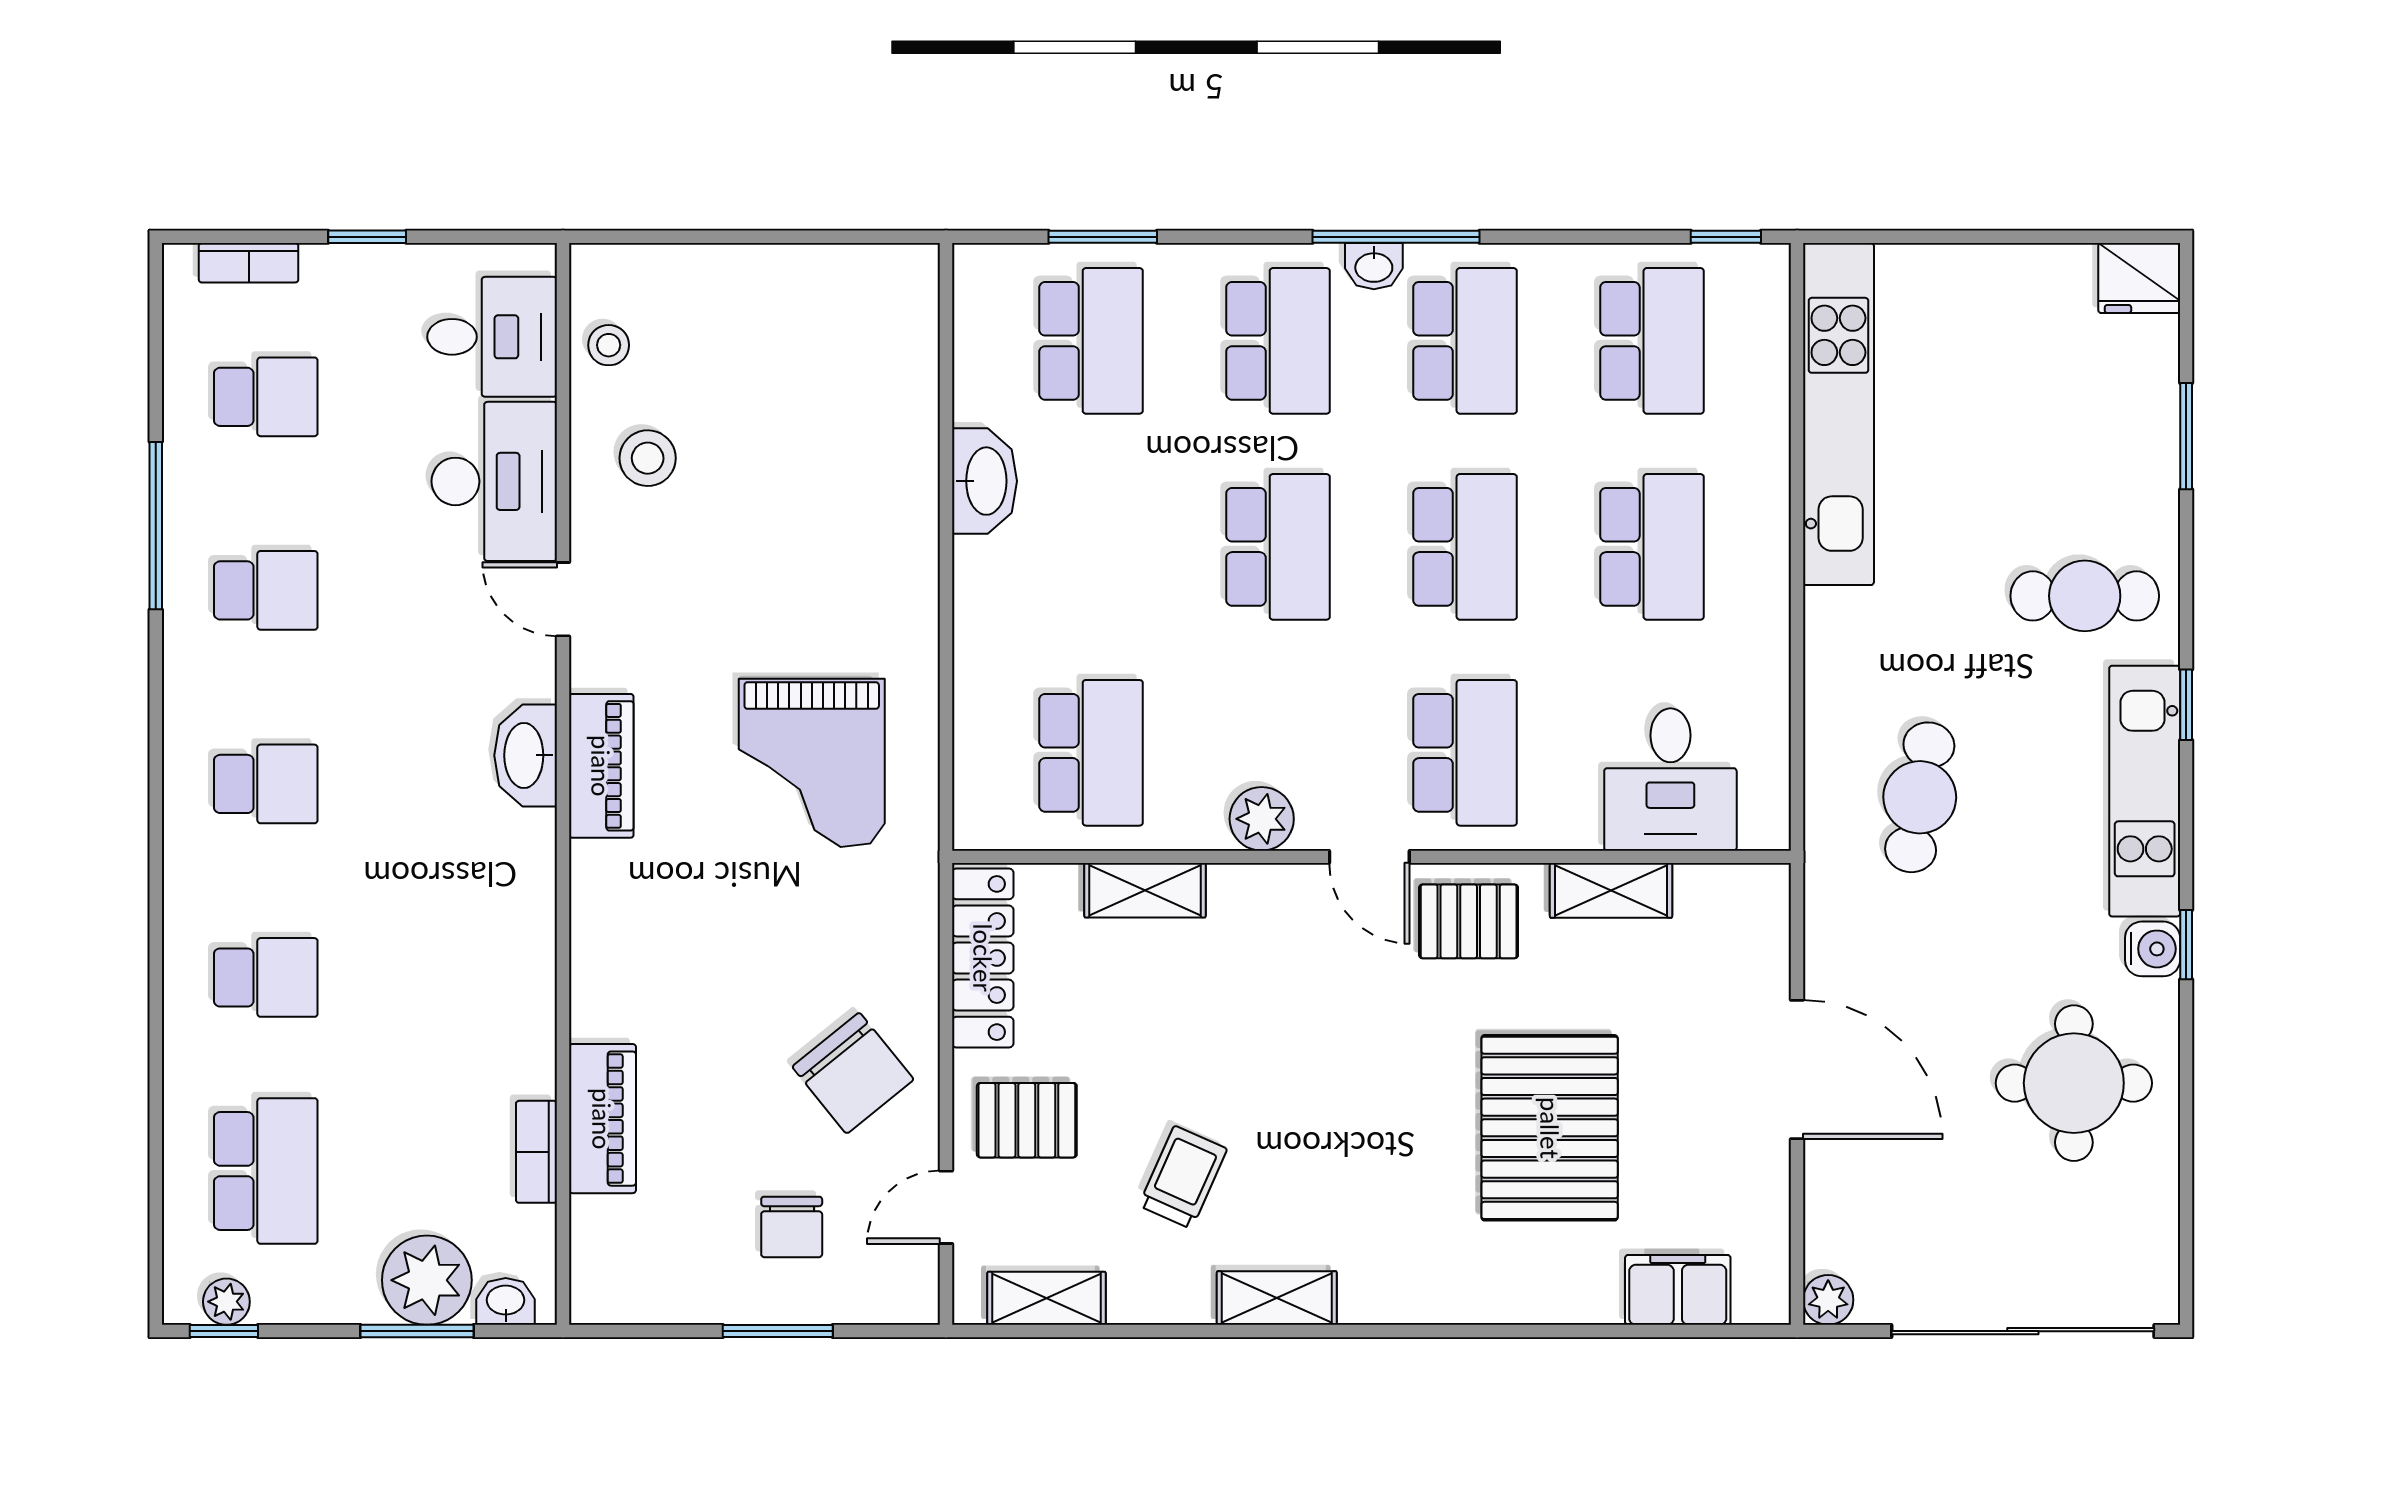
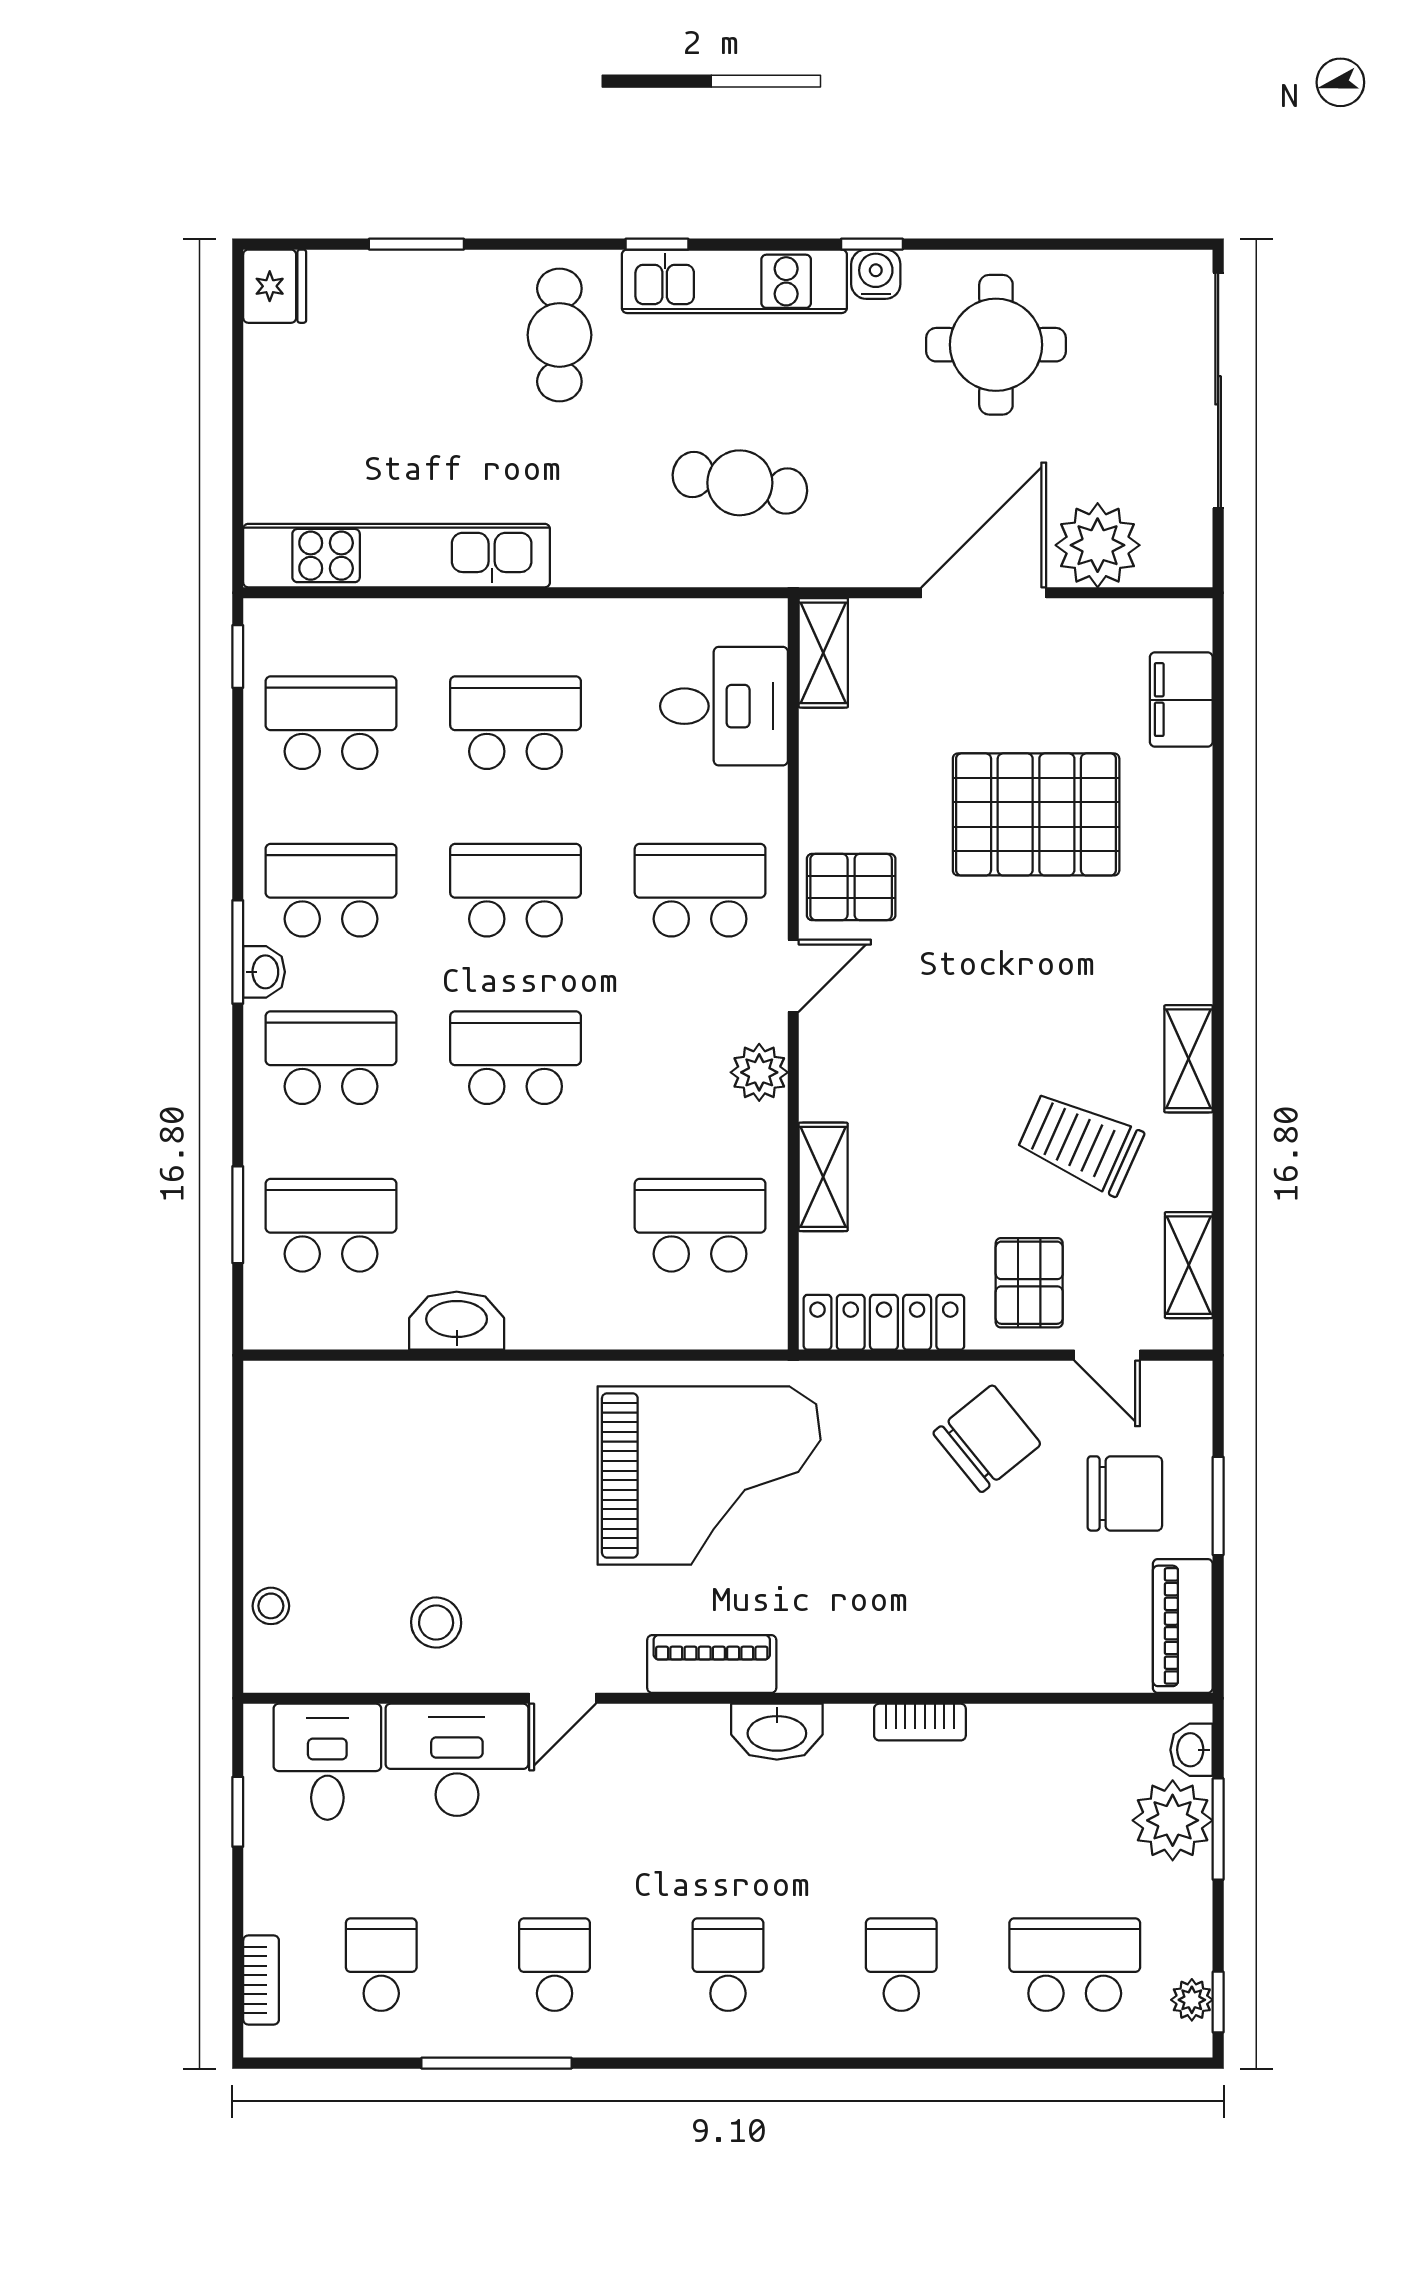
window: (367, 237) -> (238, 1812), moved
window: (1396, 237) -> (238, 952), width x0.69
stool: (609, 345) -> (271, 1606), moved
washbasin: (526, 755) -> (777, 1732), moved
grand piano: (812, 763) -> (709, 1475), width x1.37, depth x1.48
shelving: (1611, 890) -> (823, 653), moved
pallet: (1469, 921) -> (851, 887), turned 90
piano: (602, 1119) -> (1183, 1626), moved, turned -90
bookcase: (536, 1152) -> (920, 1722), moved
trolley: (1183, 1177) -> (1080, 1143), width x1.36, depth x1.39
chair: (792, 1227) -> (1125, 1493), width x1.37, depth x1.37
plant: (1828, 1300) -> (1098, 545), moved, width x1.87, depth x1.87

